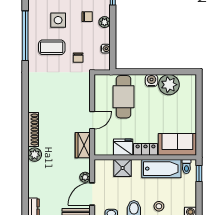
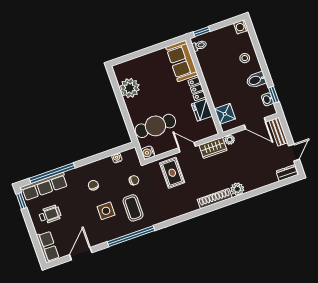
plant: (105, 22) -> (93, 167), removed
water cooler: (152, 80) -> (148, 153), moved
rug: (73, 97) -> (172, 173), added
shower: (123, 168) -> (225, 114), moved
bathtub: (161, 169) -> (209, 68), removed
plant: (85, 177) -> (230, 140), moved

